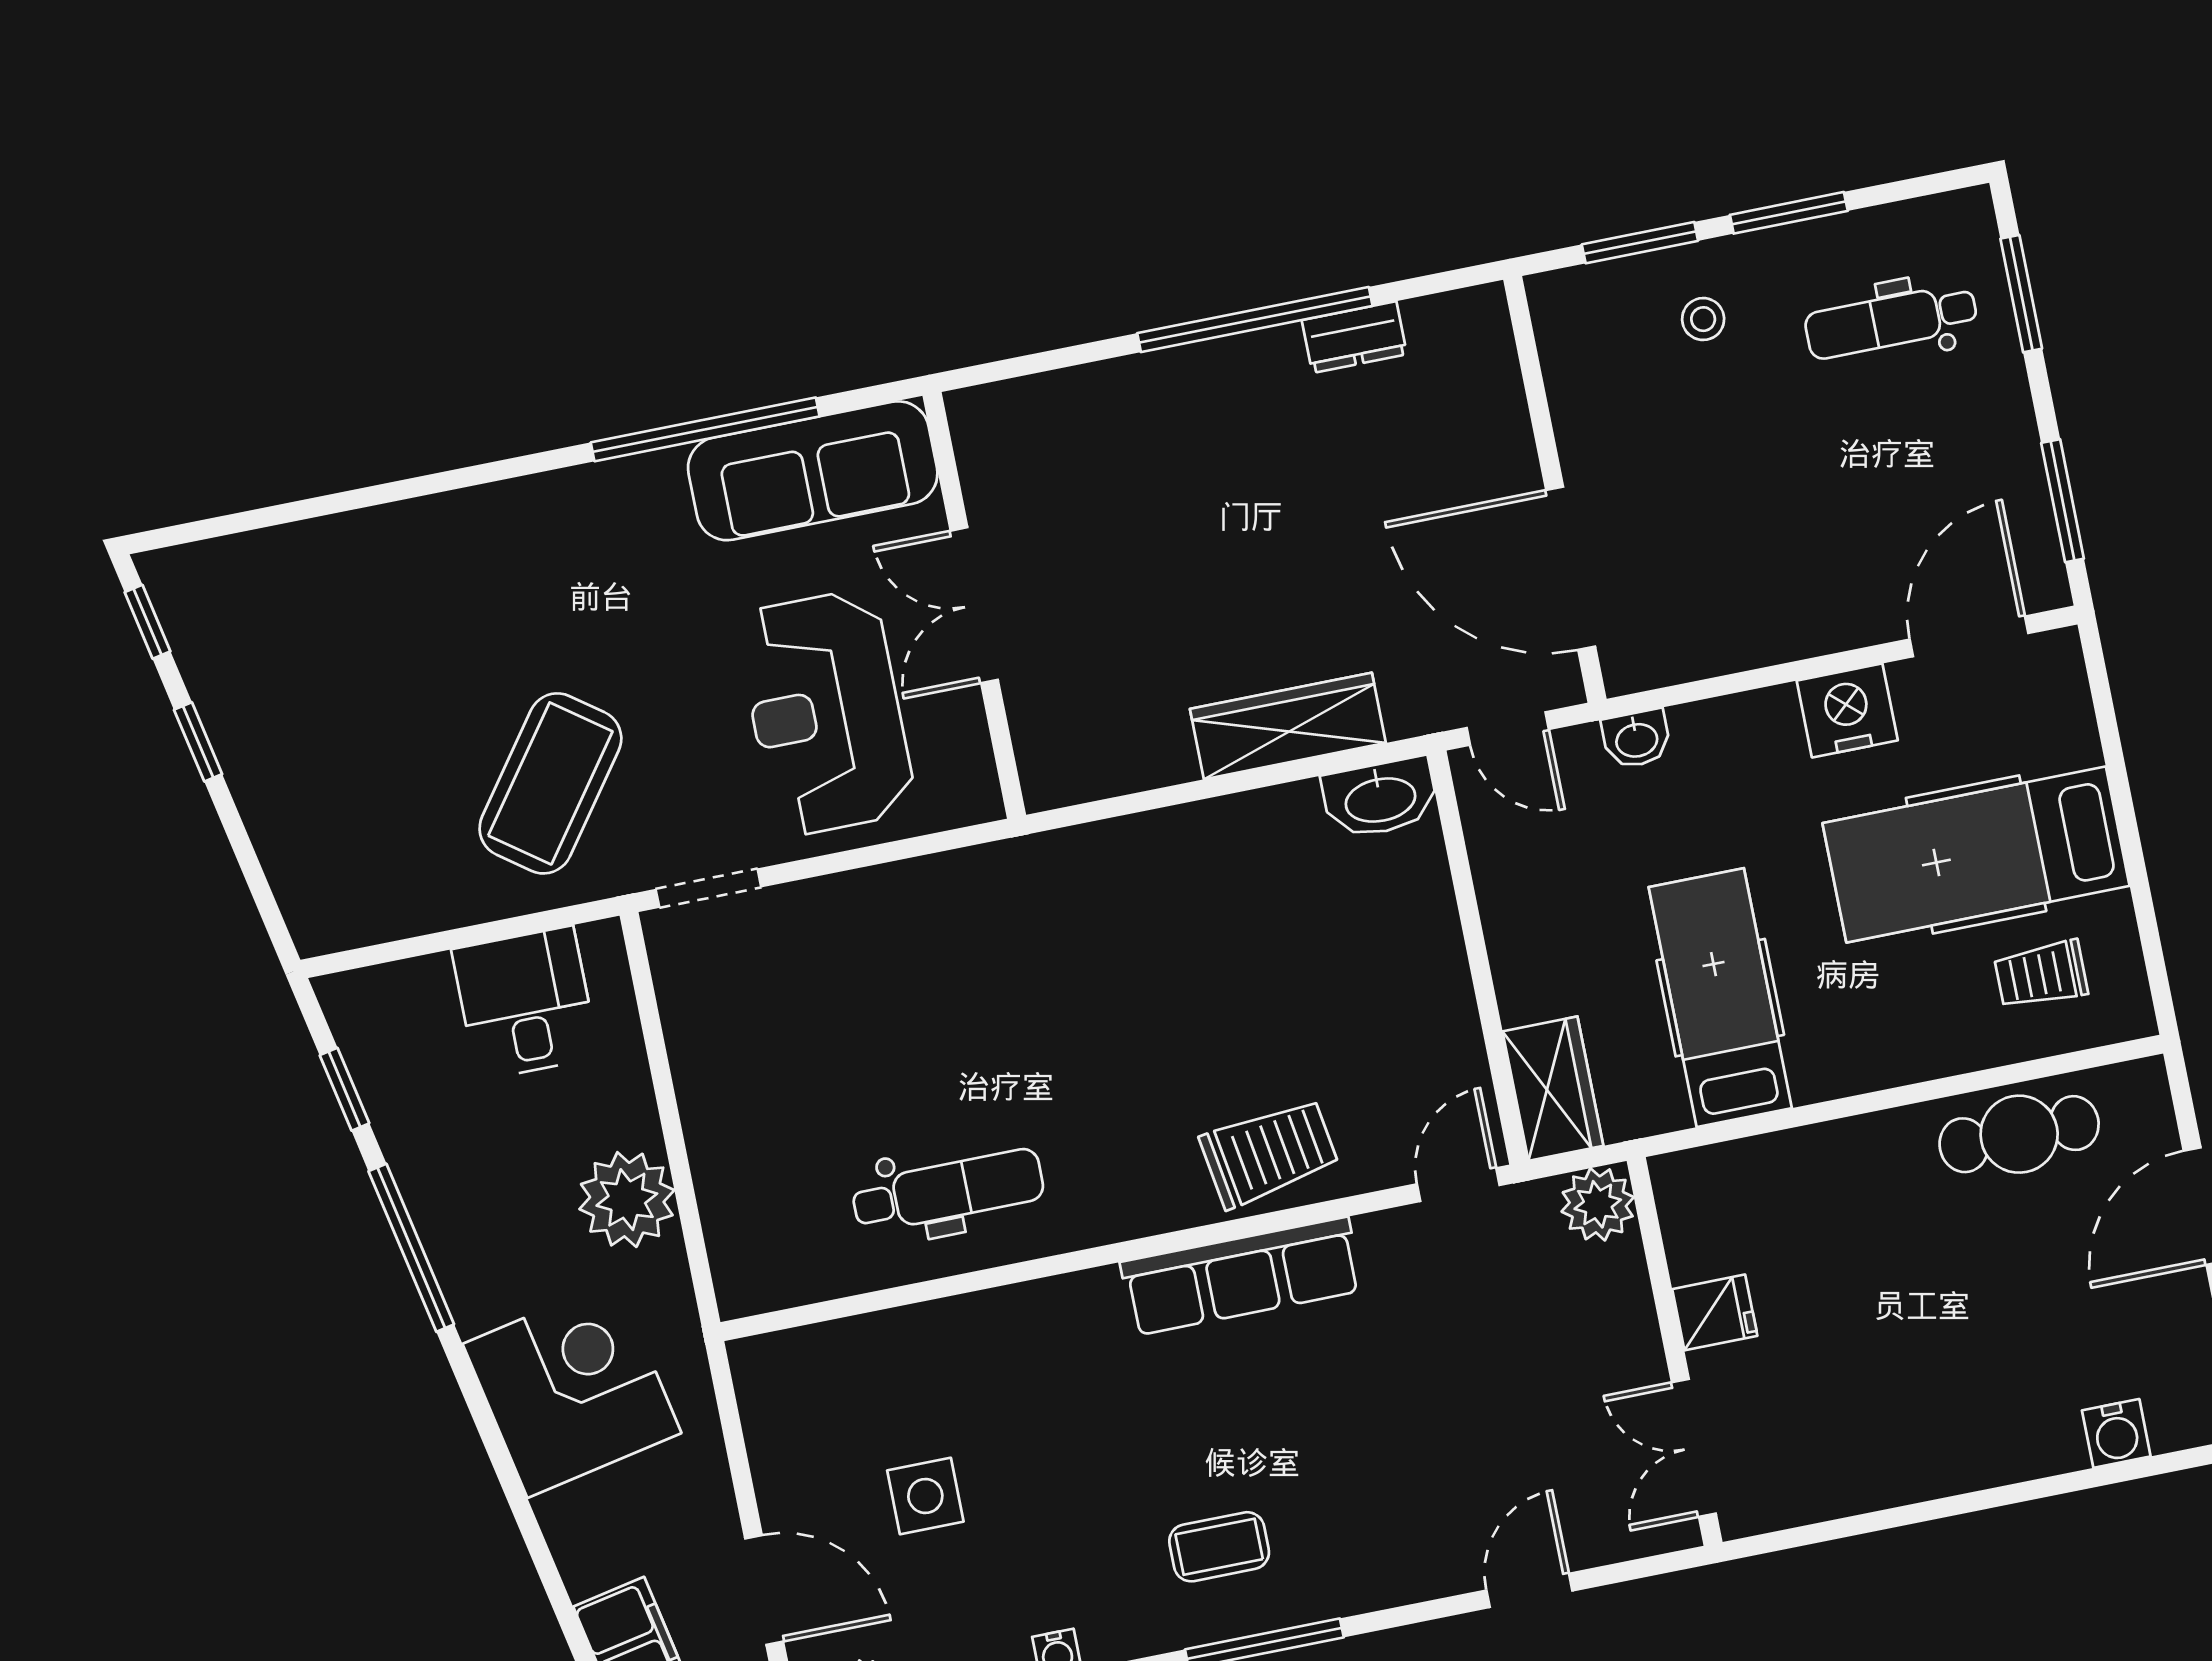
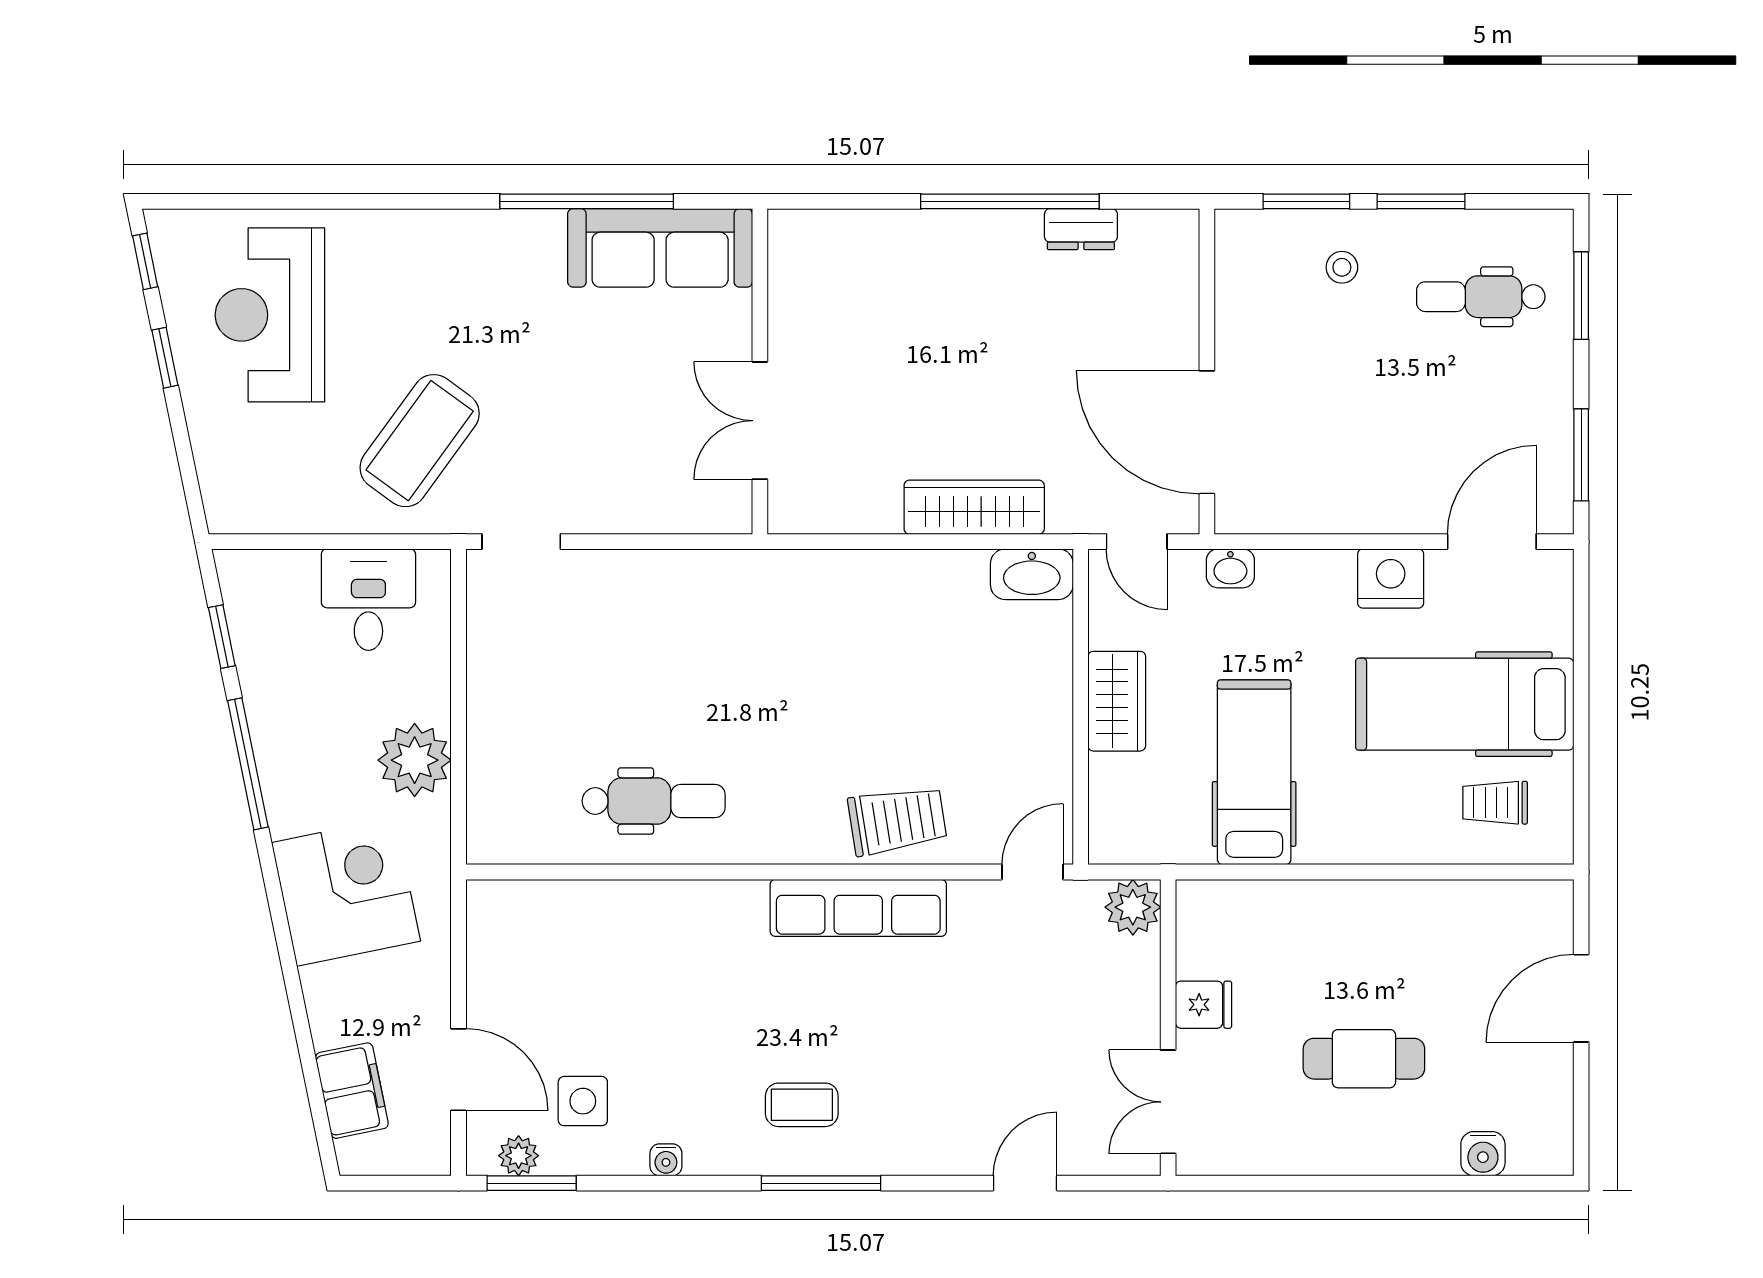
double door: (974, 605) -> (760, 421), moved
reception desk: (826, 713) -> (270, 315), moved
wardrobe: (1553, 1089) -> (1117, 701), moved
cafe table: (2019, 1134) -> (1364, 1059), moved
side table: (925, 1496) -> (583, 1101), moved

